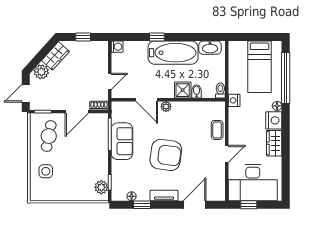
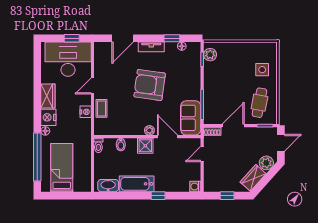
bathtub: (173, 53) -> (137, 184), width x0.73, depth x0.73
shower: (183, 90) -> (145, 146), moved
nightstand: (234, 100) -> (86, 112), moved
sofa: (122, 141) -> (191, 118), moved

